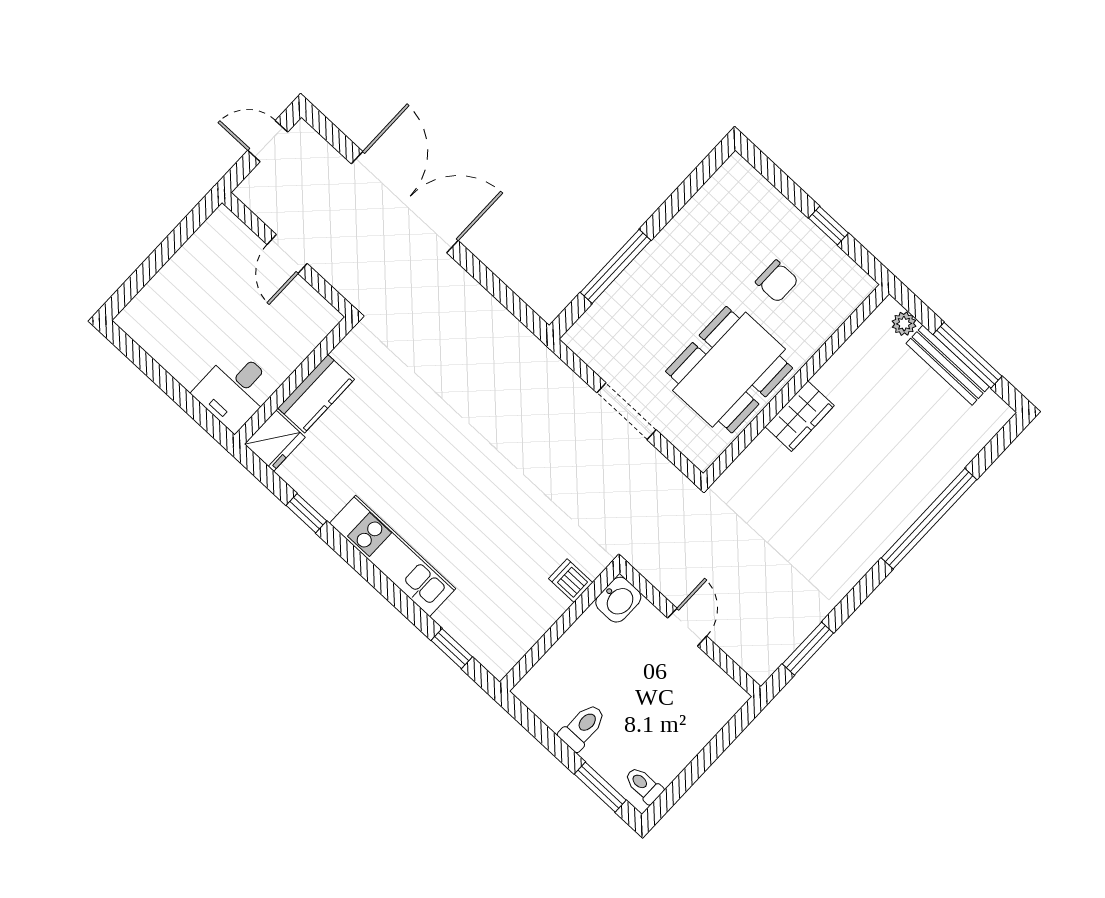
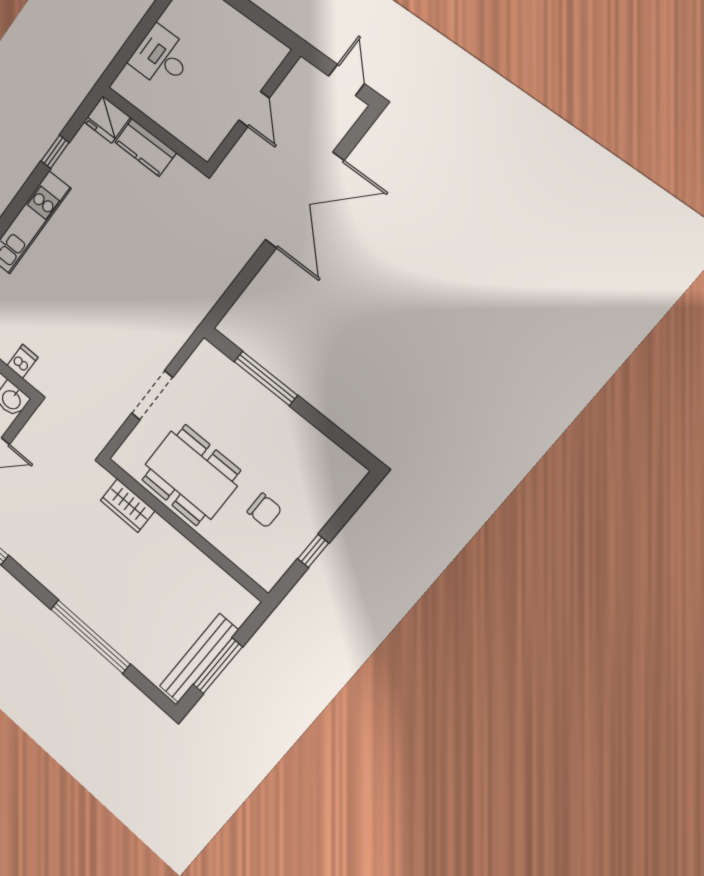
door: (287, 254) -> (254, 109), swing flipped
chair: (777, 281) -> (264, 510), turned -90
plant: (904, 324) -> (239, 614), removed
bench: (948, 365) -> (199, 658), width x1.37, depth x1.21
desk: (235, 390) -> (161, 57), moved
wardrobe: (800, 416) -> (128, 506), moved

